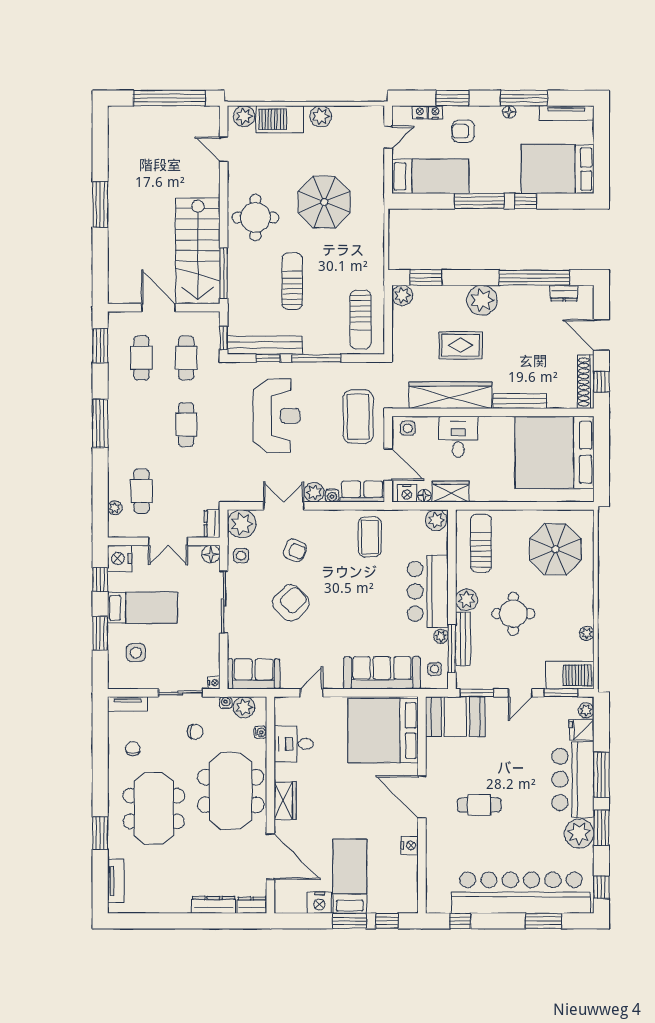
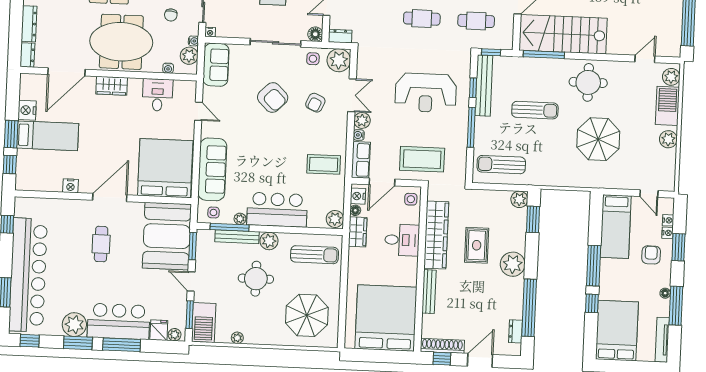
booth: (455, 716) -> (167, 236), width x1.36, depth x1.42

